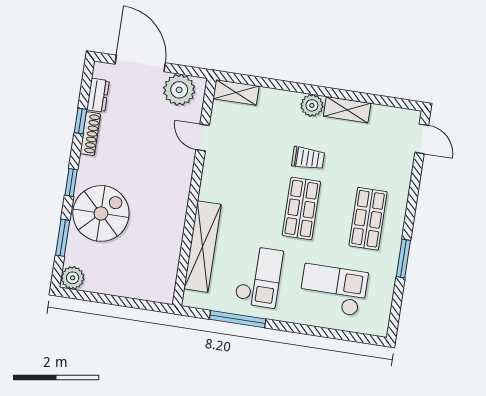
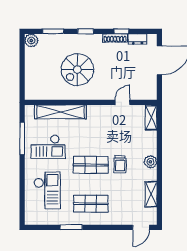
plant: (179, 90) -> (148, 85), removed
shelving: (347, 110) -> (151, 194), moved
spiral stairs: (101, 213) -> (77, 70), moved, turned 90

